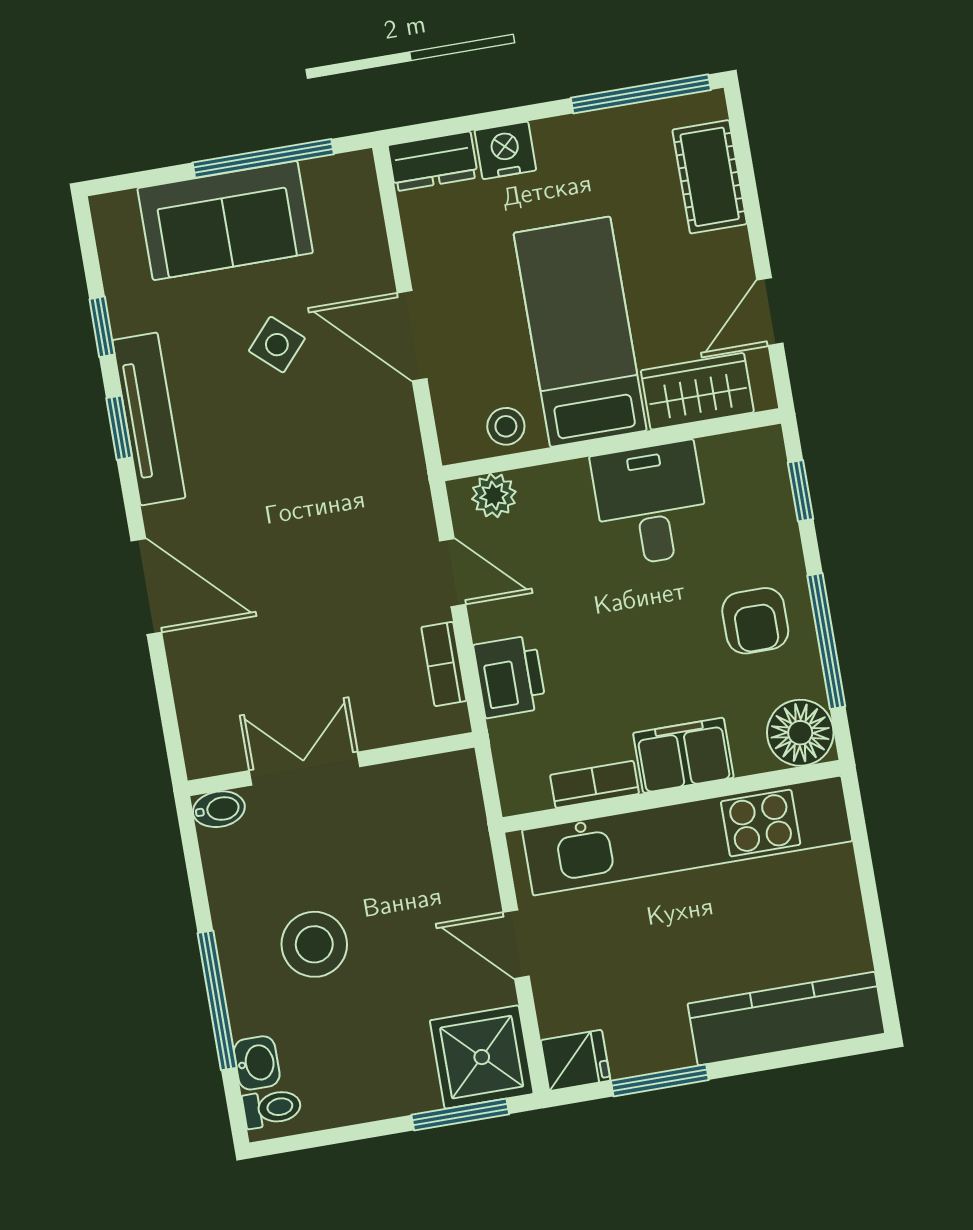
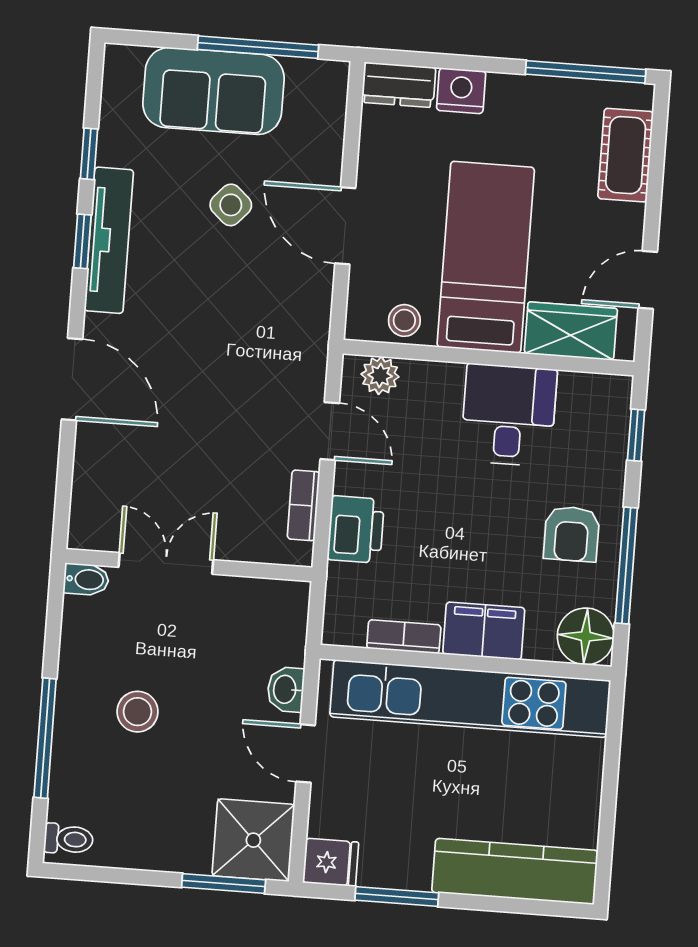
stool: (314, 944) -> (137, 712), width x0.73, depth x0.73
washbasin: (257, 1063) -> (286, 689), moved, turned 180

